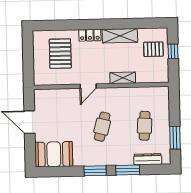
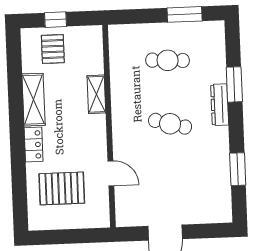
door: (88, 86) -> (111, 173), moved
booth: (54, 154) -> (213, 195), removed
dresser: (148, 159) -> (220, 105), moved
window: (95, 171) -> (238, 169), moved

